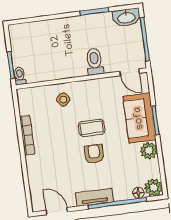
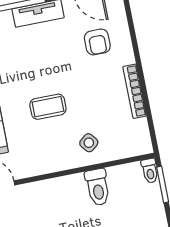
toilet: (95, 62) -> (98, 187), moved
armchair: (94, 154) -> (97, 42), moved

